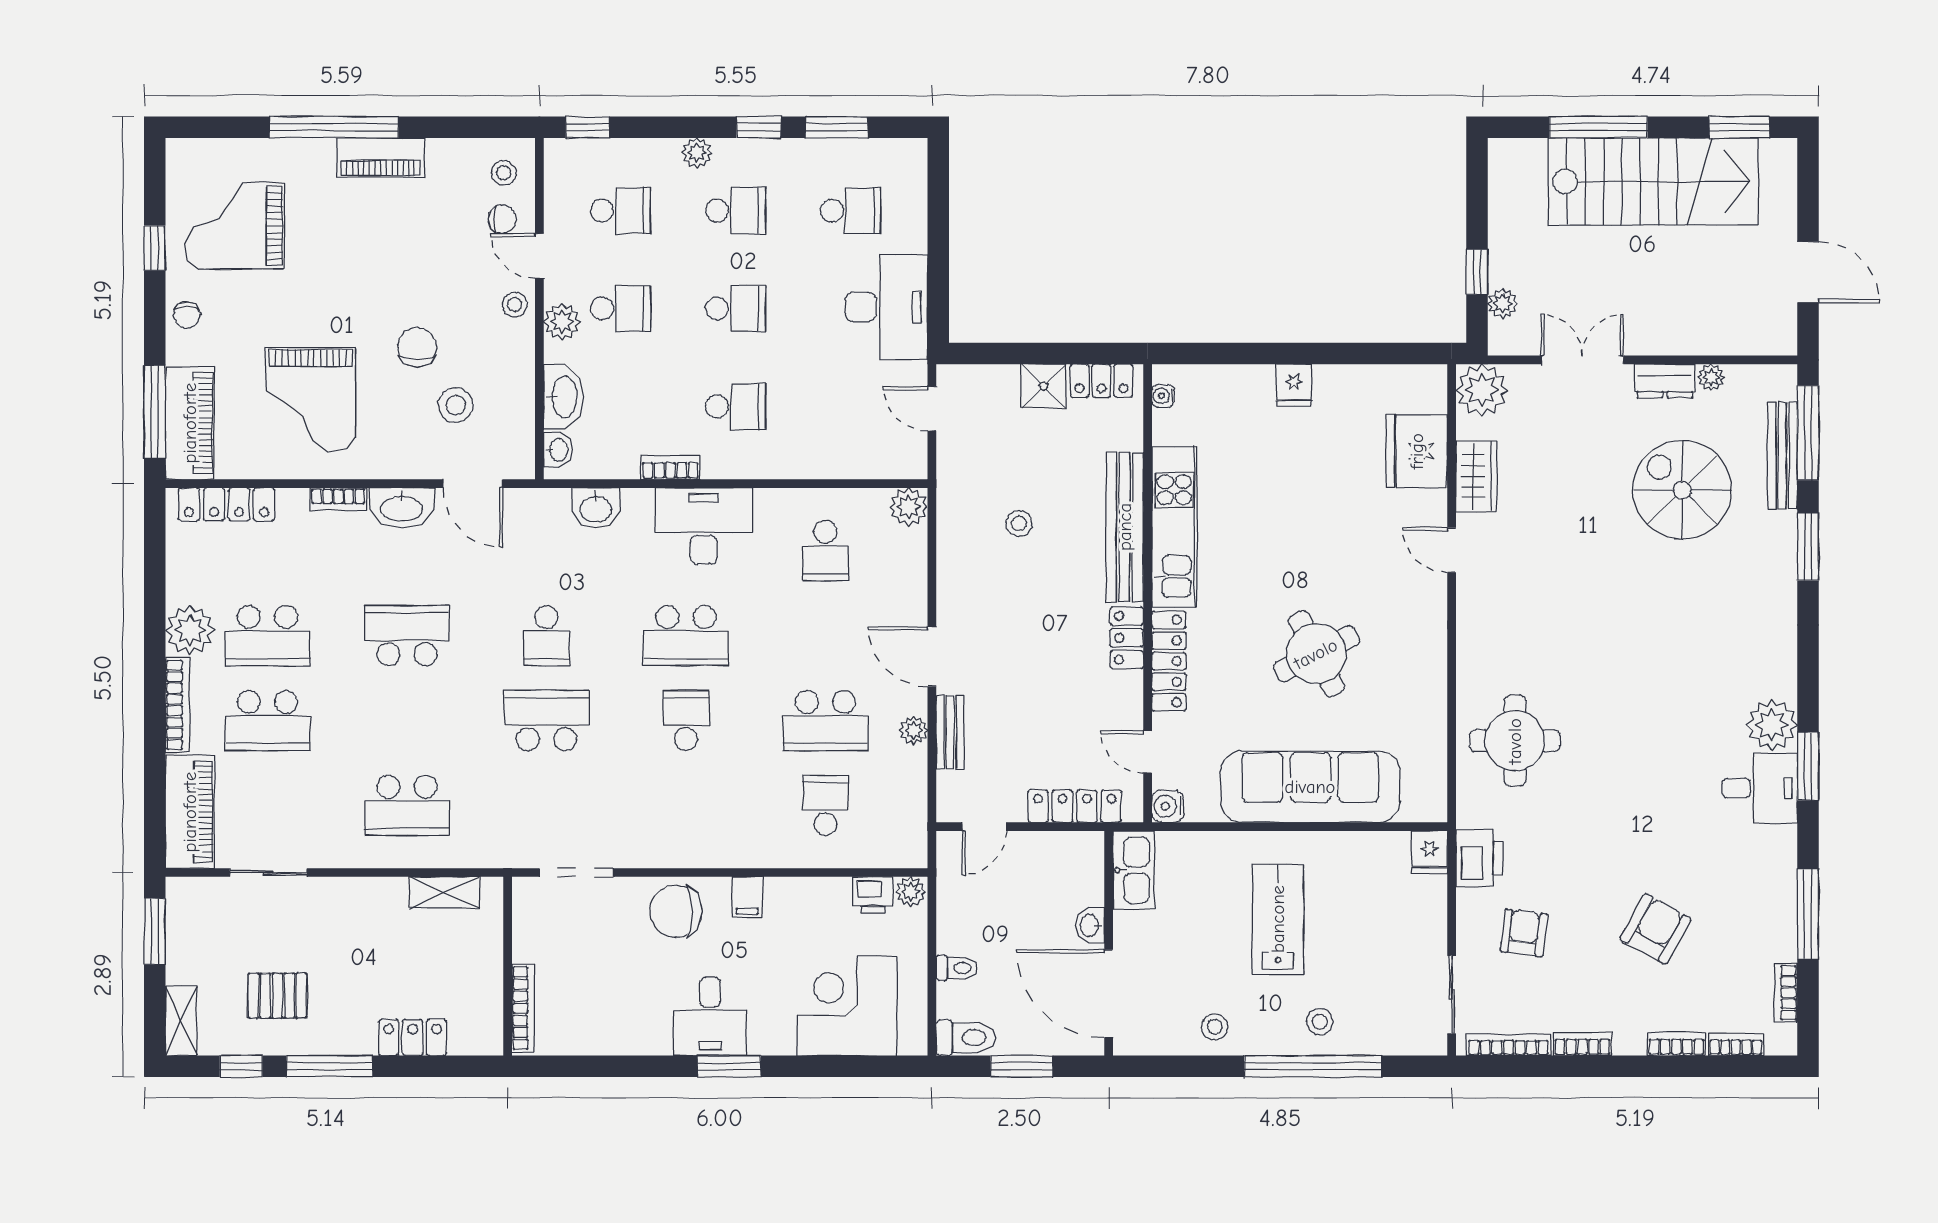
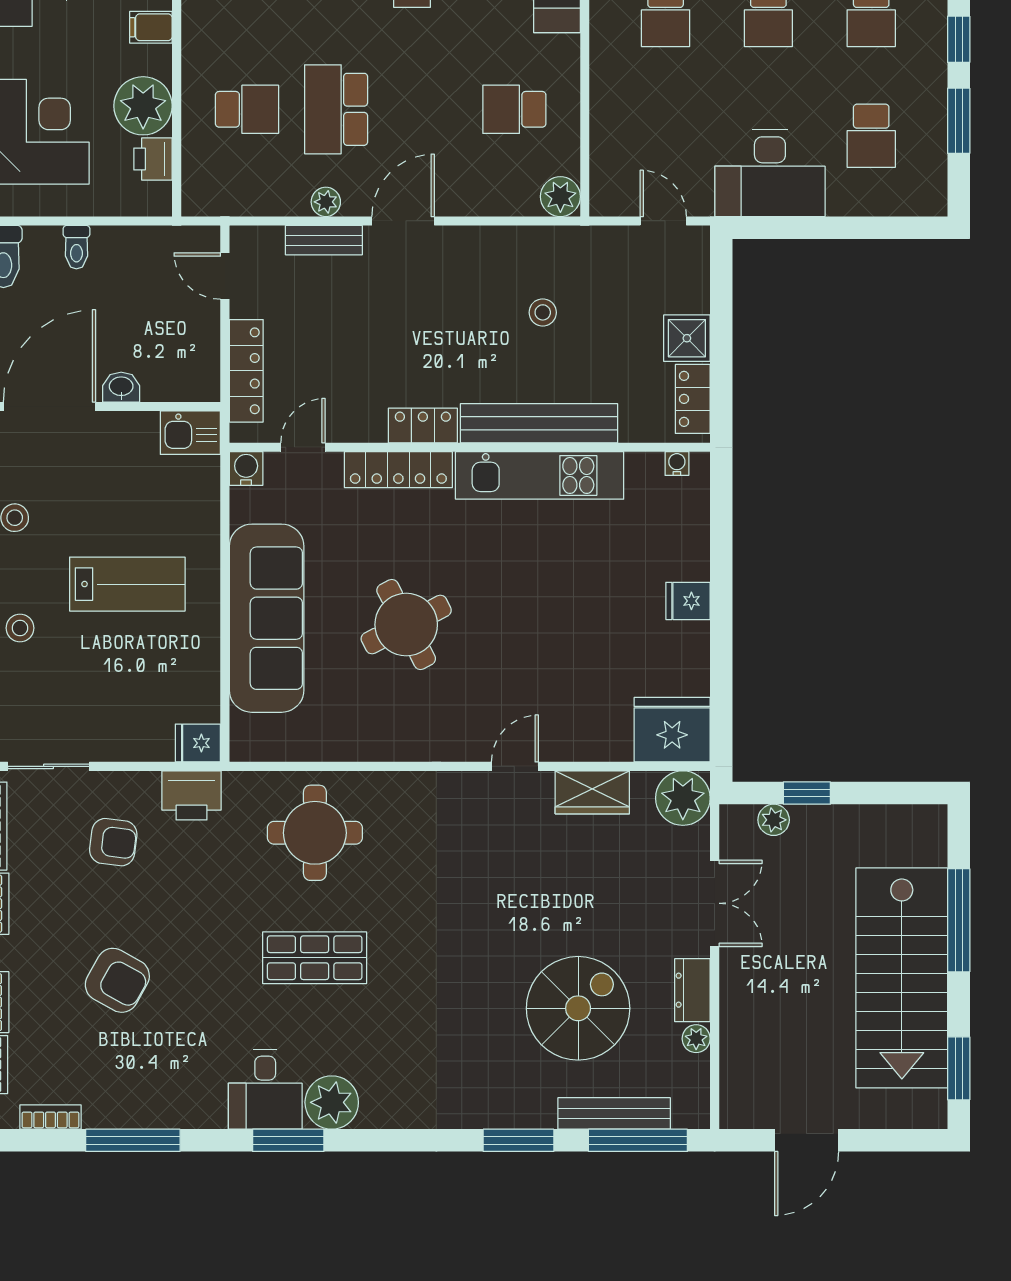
door: (932, 409) -> (663, 221), hinge flipped
fridge: (1417, 451) -> (672, 730), moved
shop shelf: (1634, 741) -> (315, 958), added
kitchen sink: (1134, 870) -> (190, 433), width x0.73
plant: (911, 892) -> (143, 106), moved, width x1.87, depth x1.87

